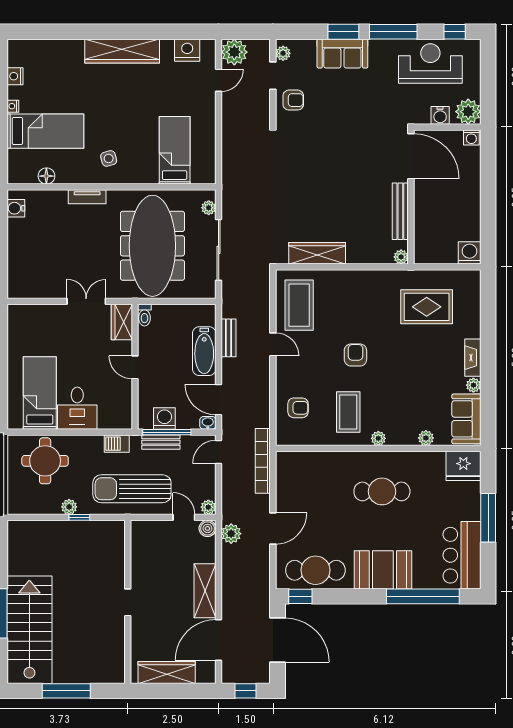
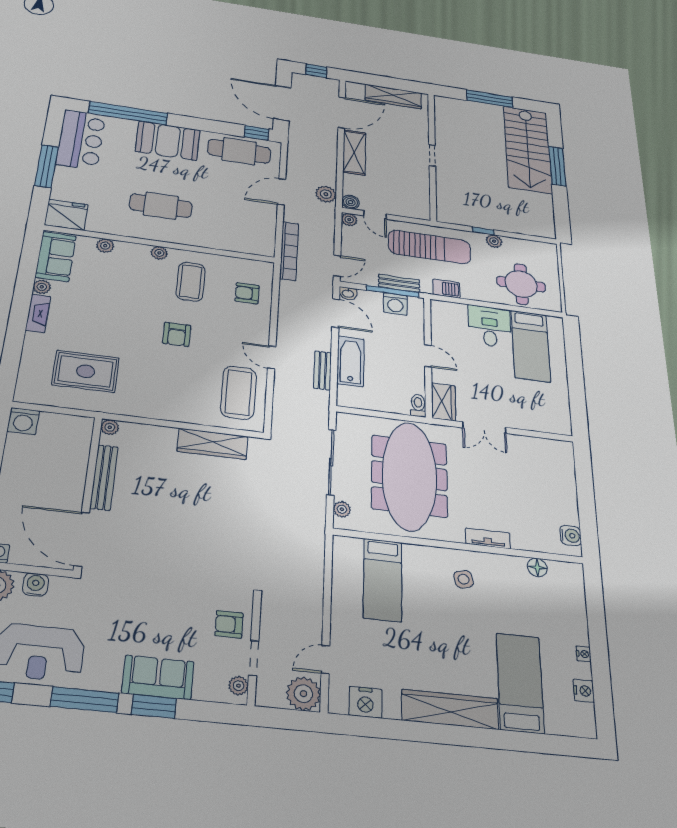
bed: (45, 131) -> (520, 683), moved, turned 90

